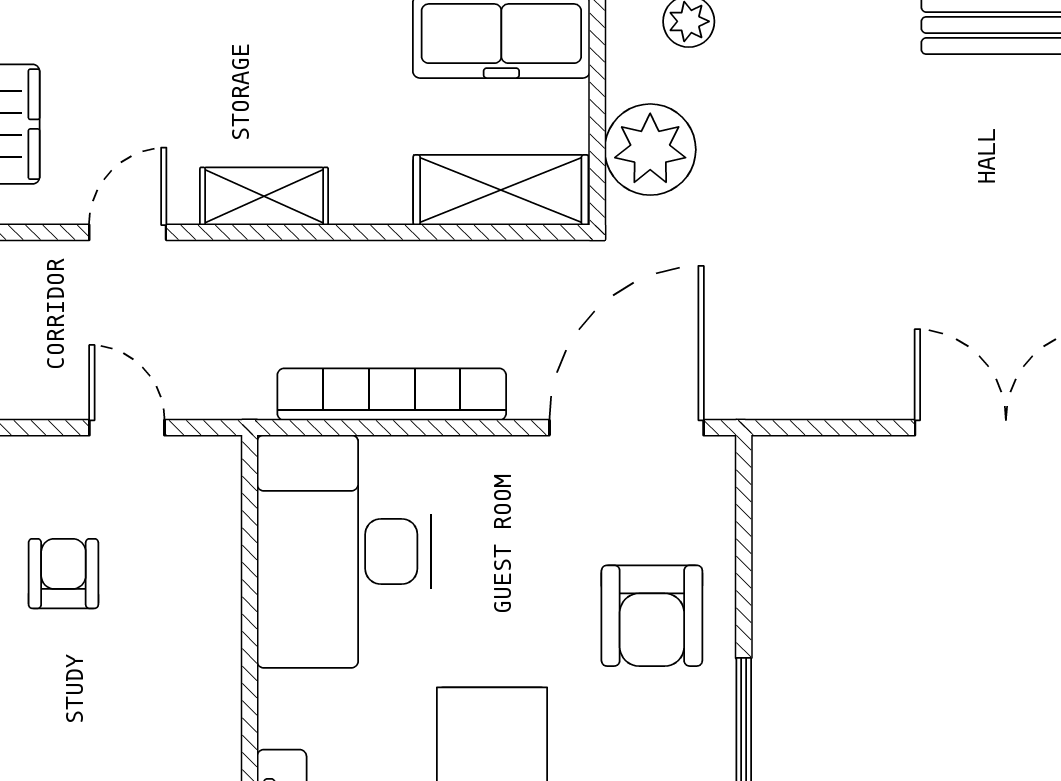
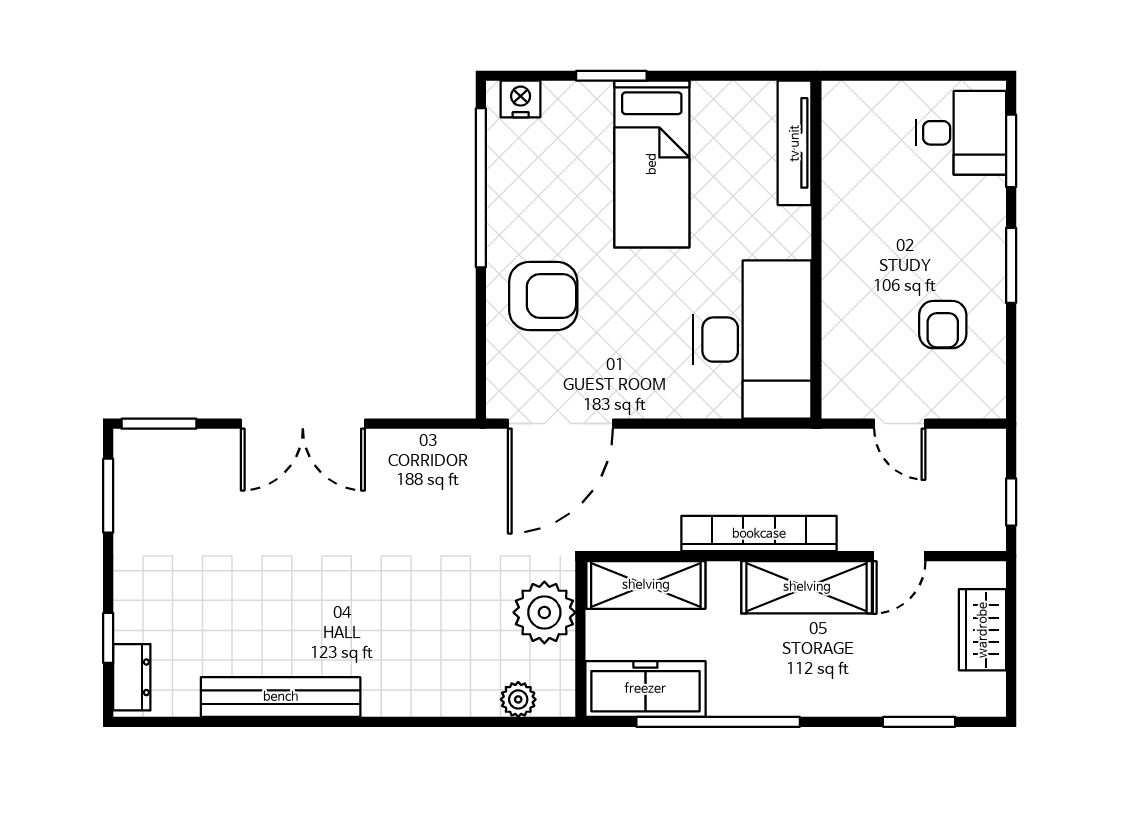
shelving: (264, 196) -> (807, 587), width x1.50, depth x1.33
bookcase: (392, 394) -> (759, 534), moved, turned 180
armchair: (652, 616) -> (543, 296), turned 90

